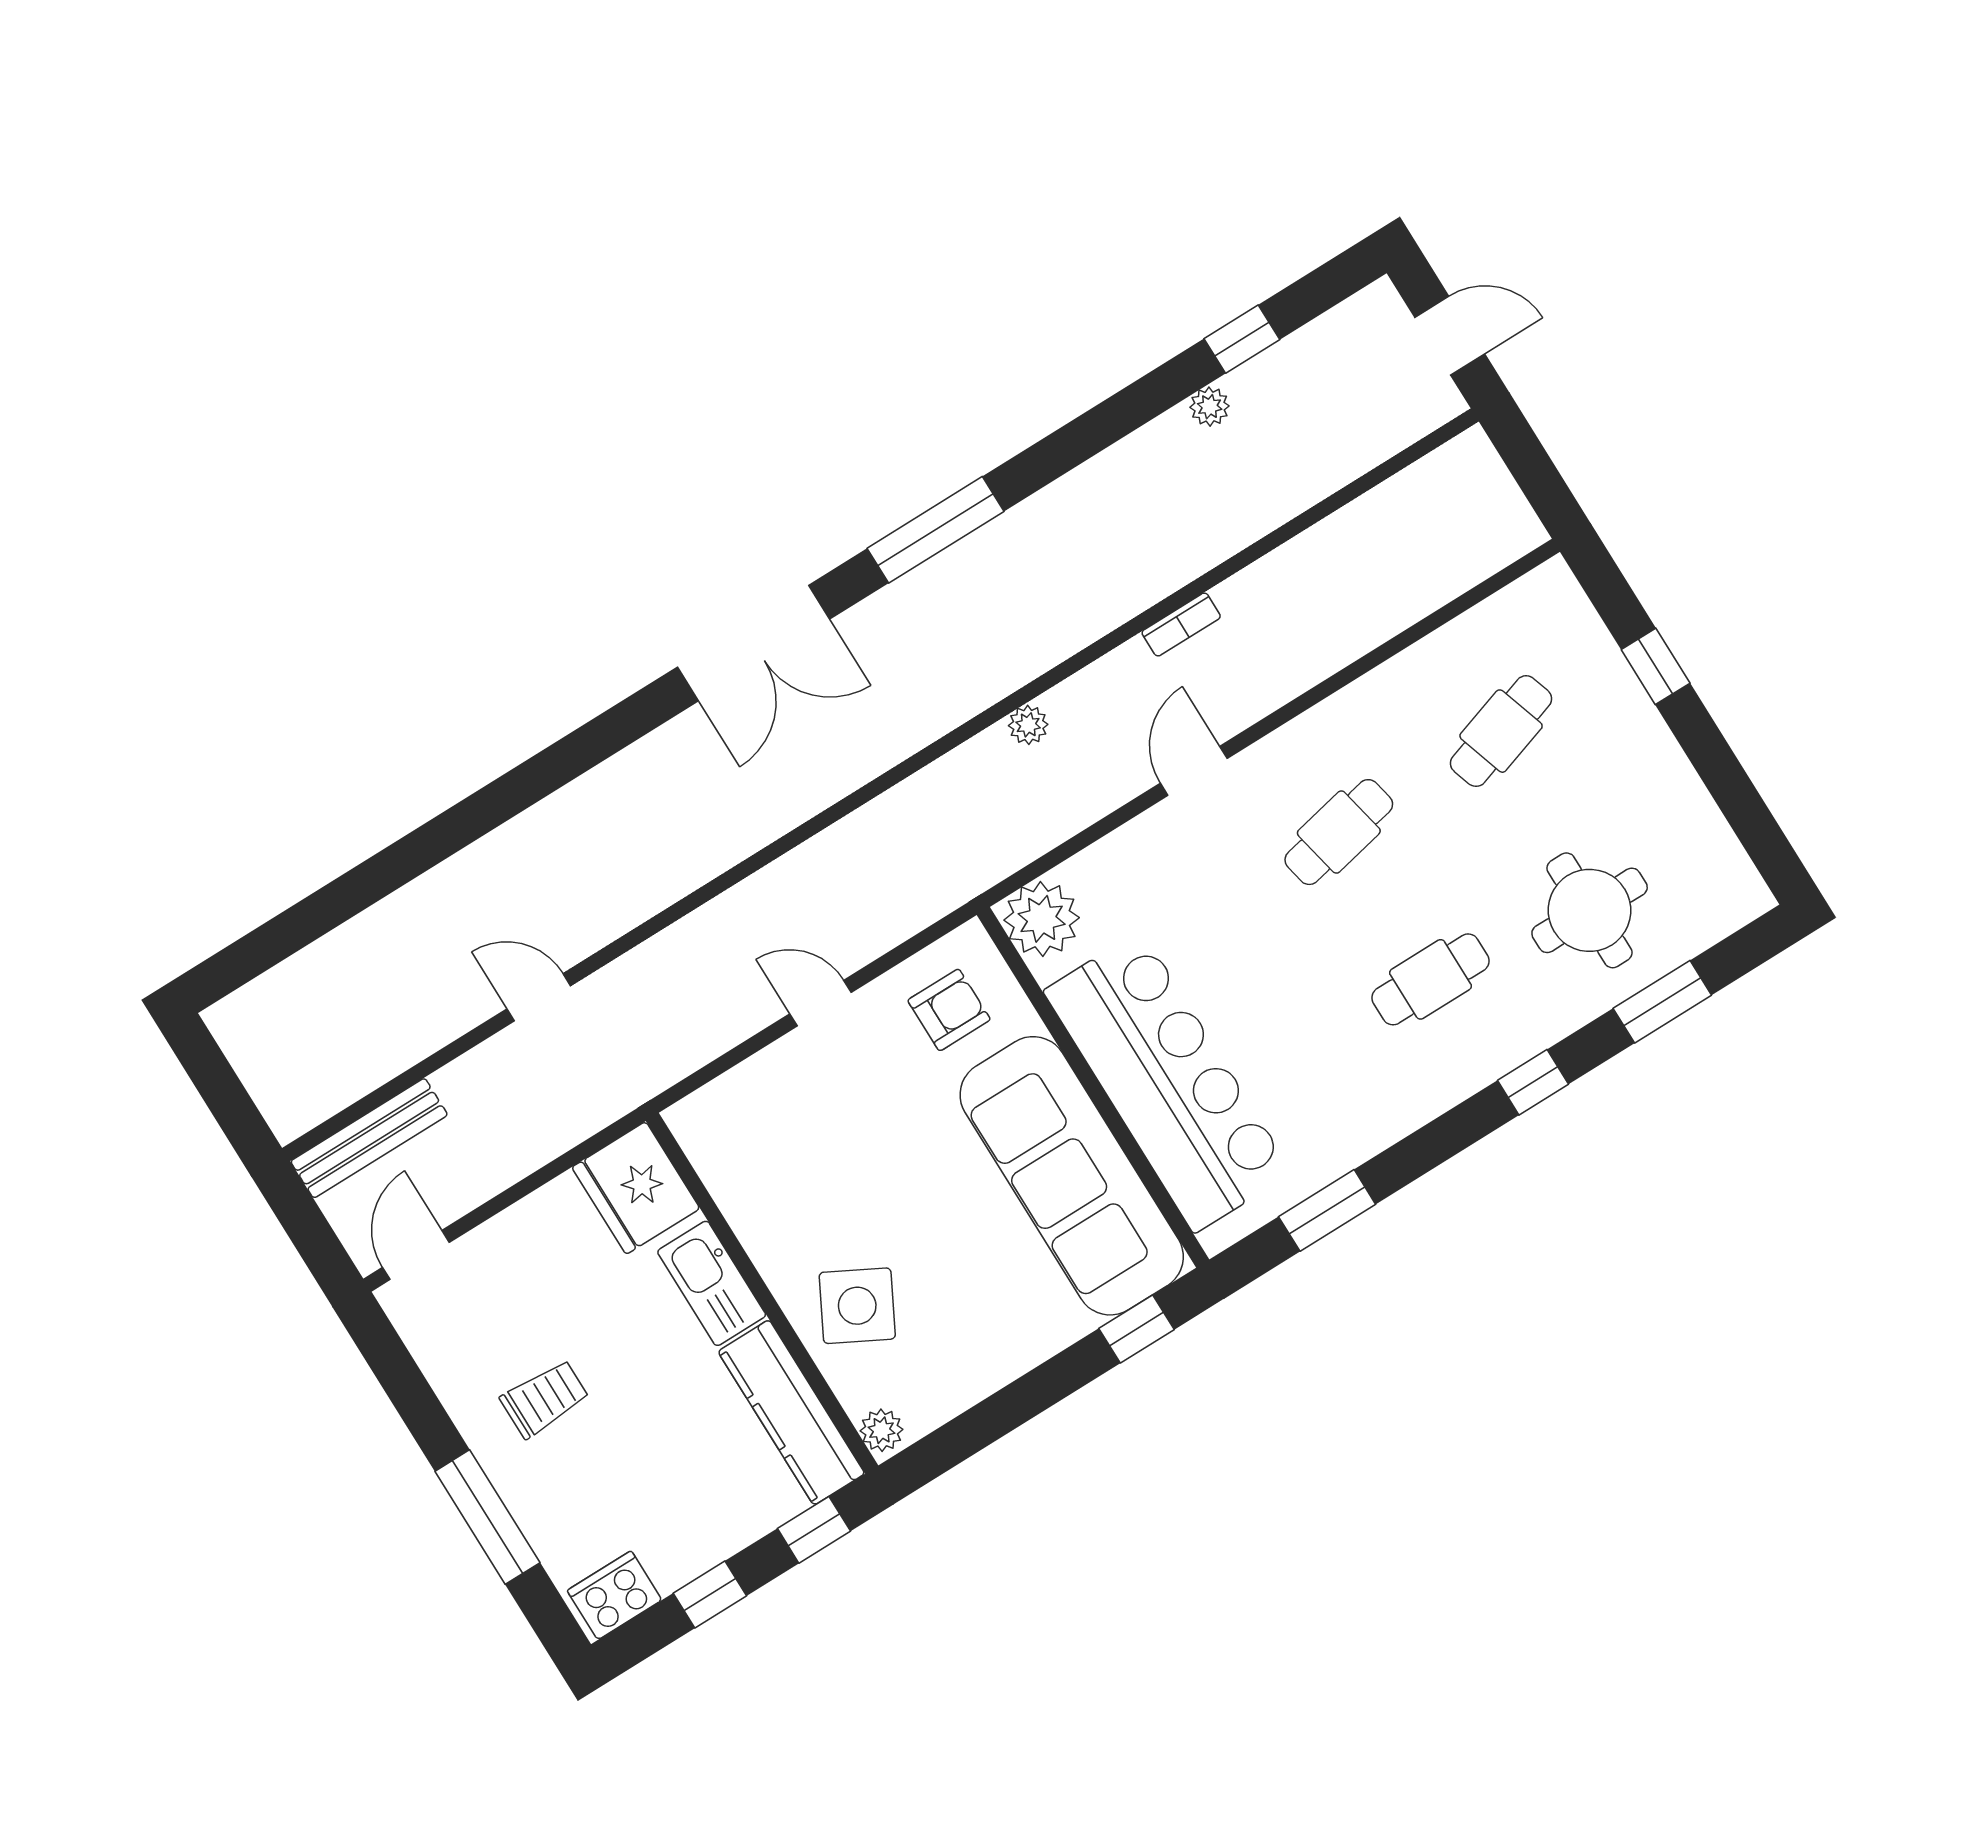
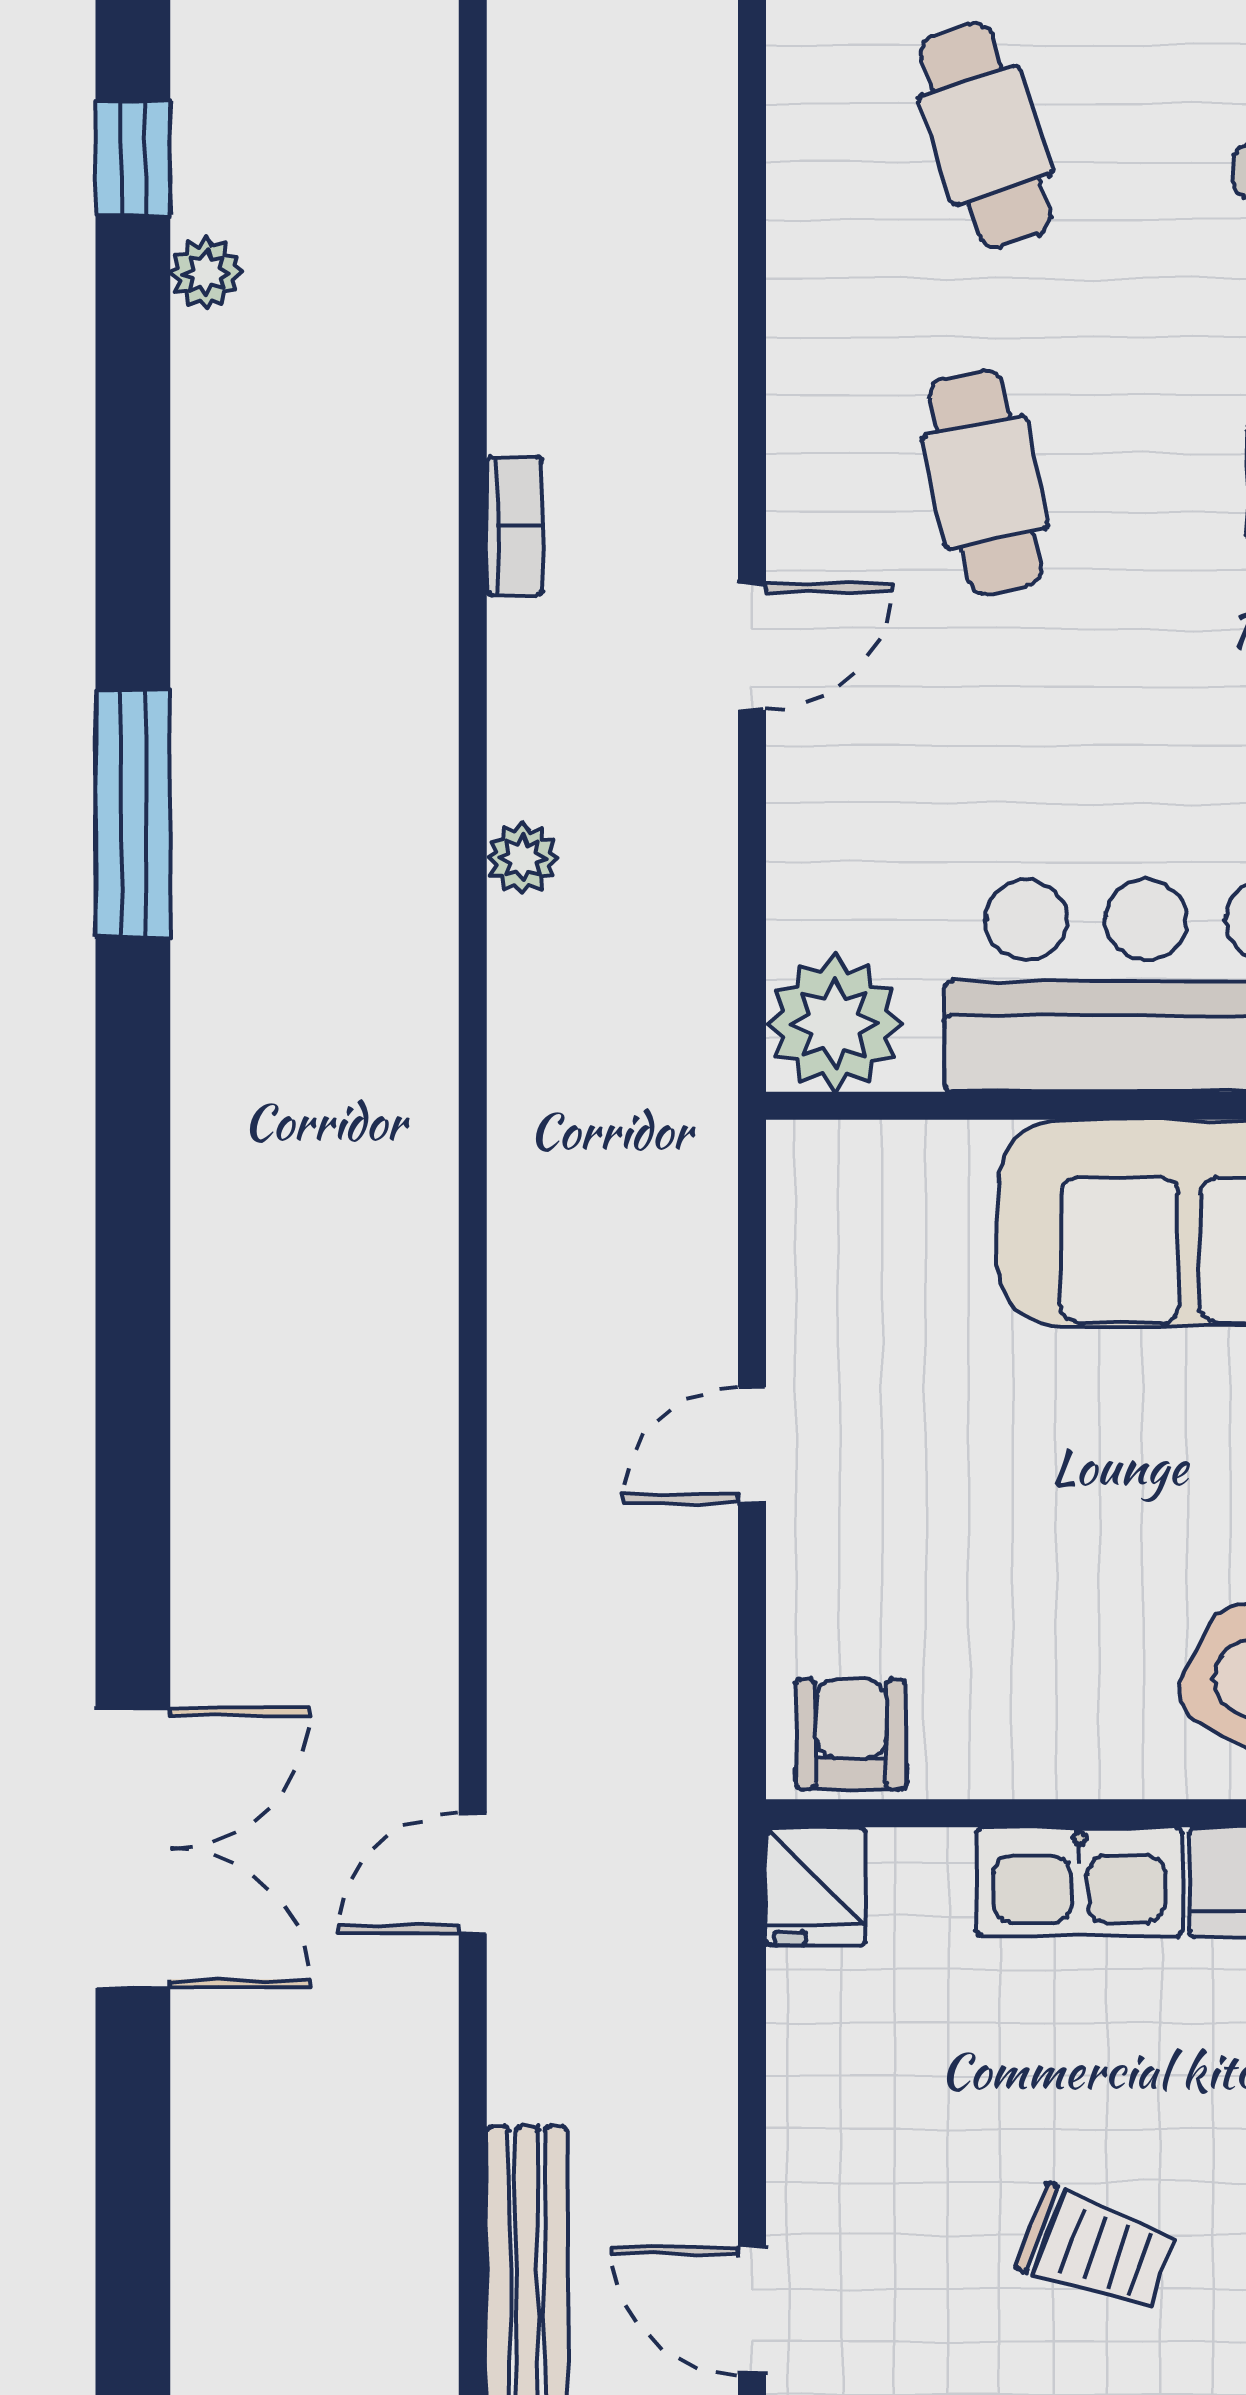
double door: (754, 643) -> (133, 1848), moved
door: (1194, 771) -> (752, 647), swing flipped
armchair: (949, 1010) -> (851, 1734), moved
fridge: (636, 1188) -> (816, 1886), width x0.53, depth x0.75
trolley: (545, 1399) -> (1097, 2249), turned 110

